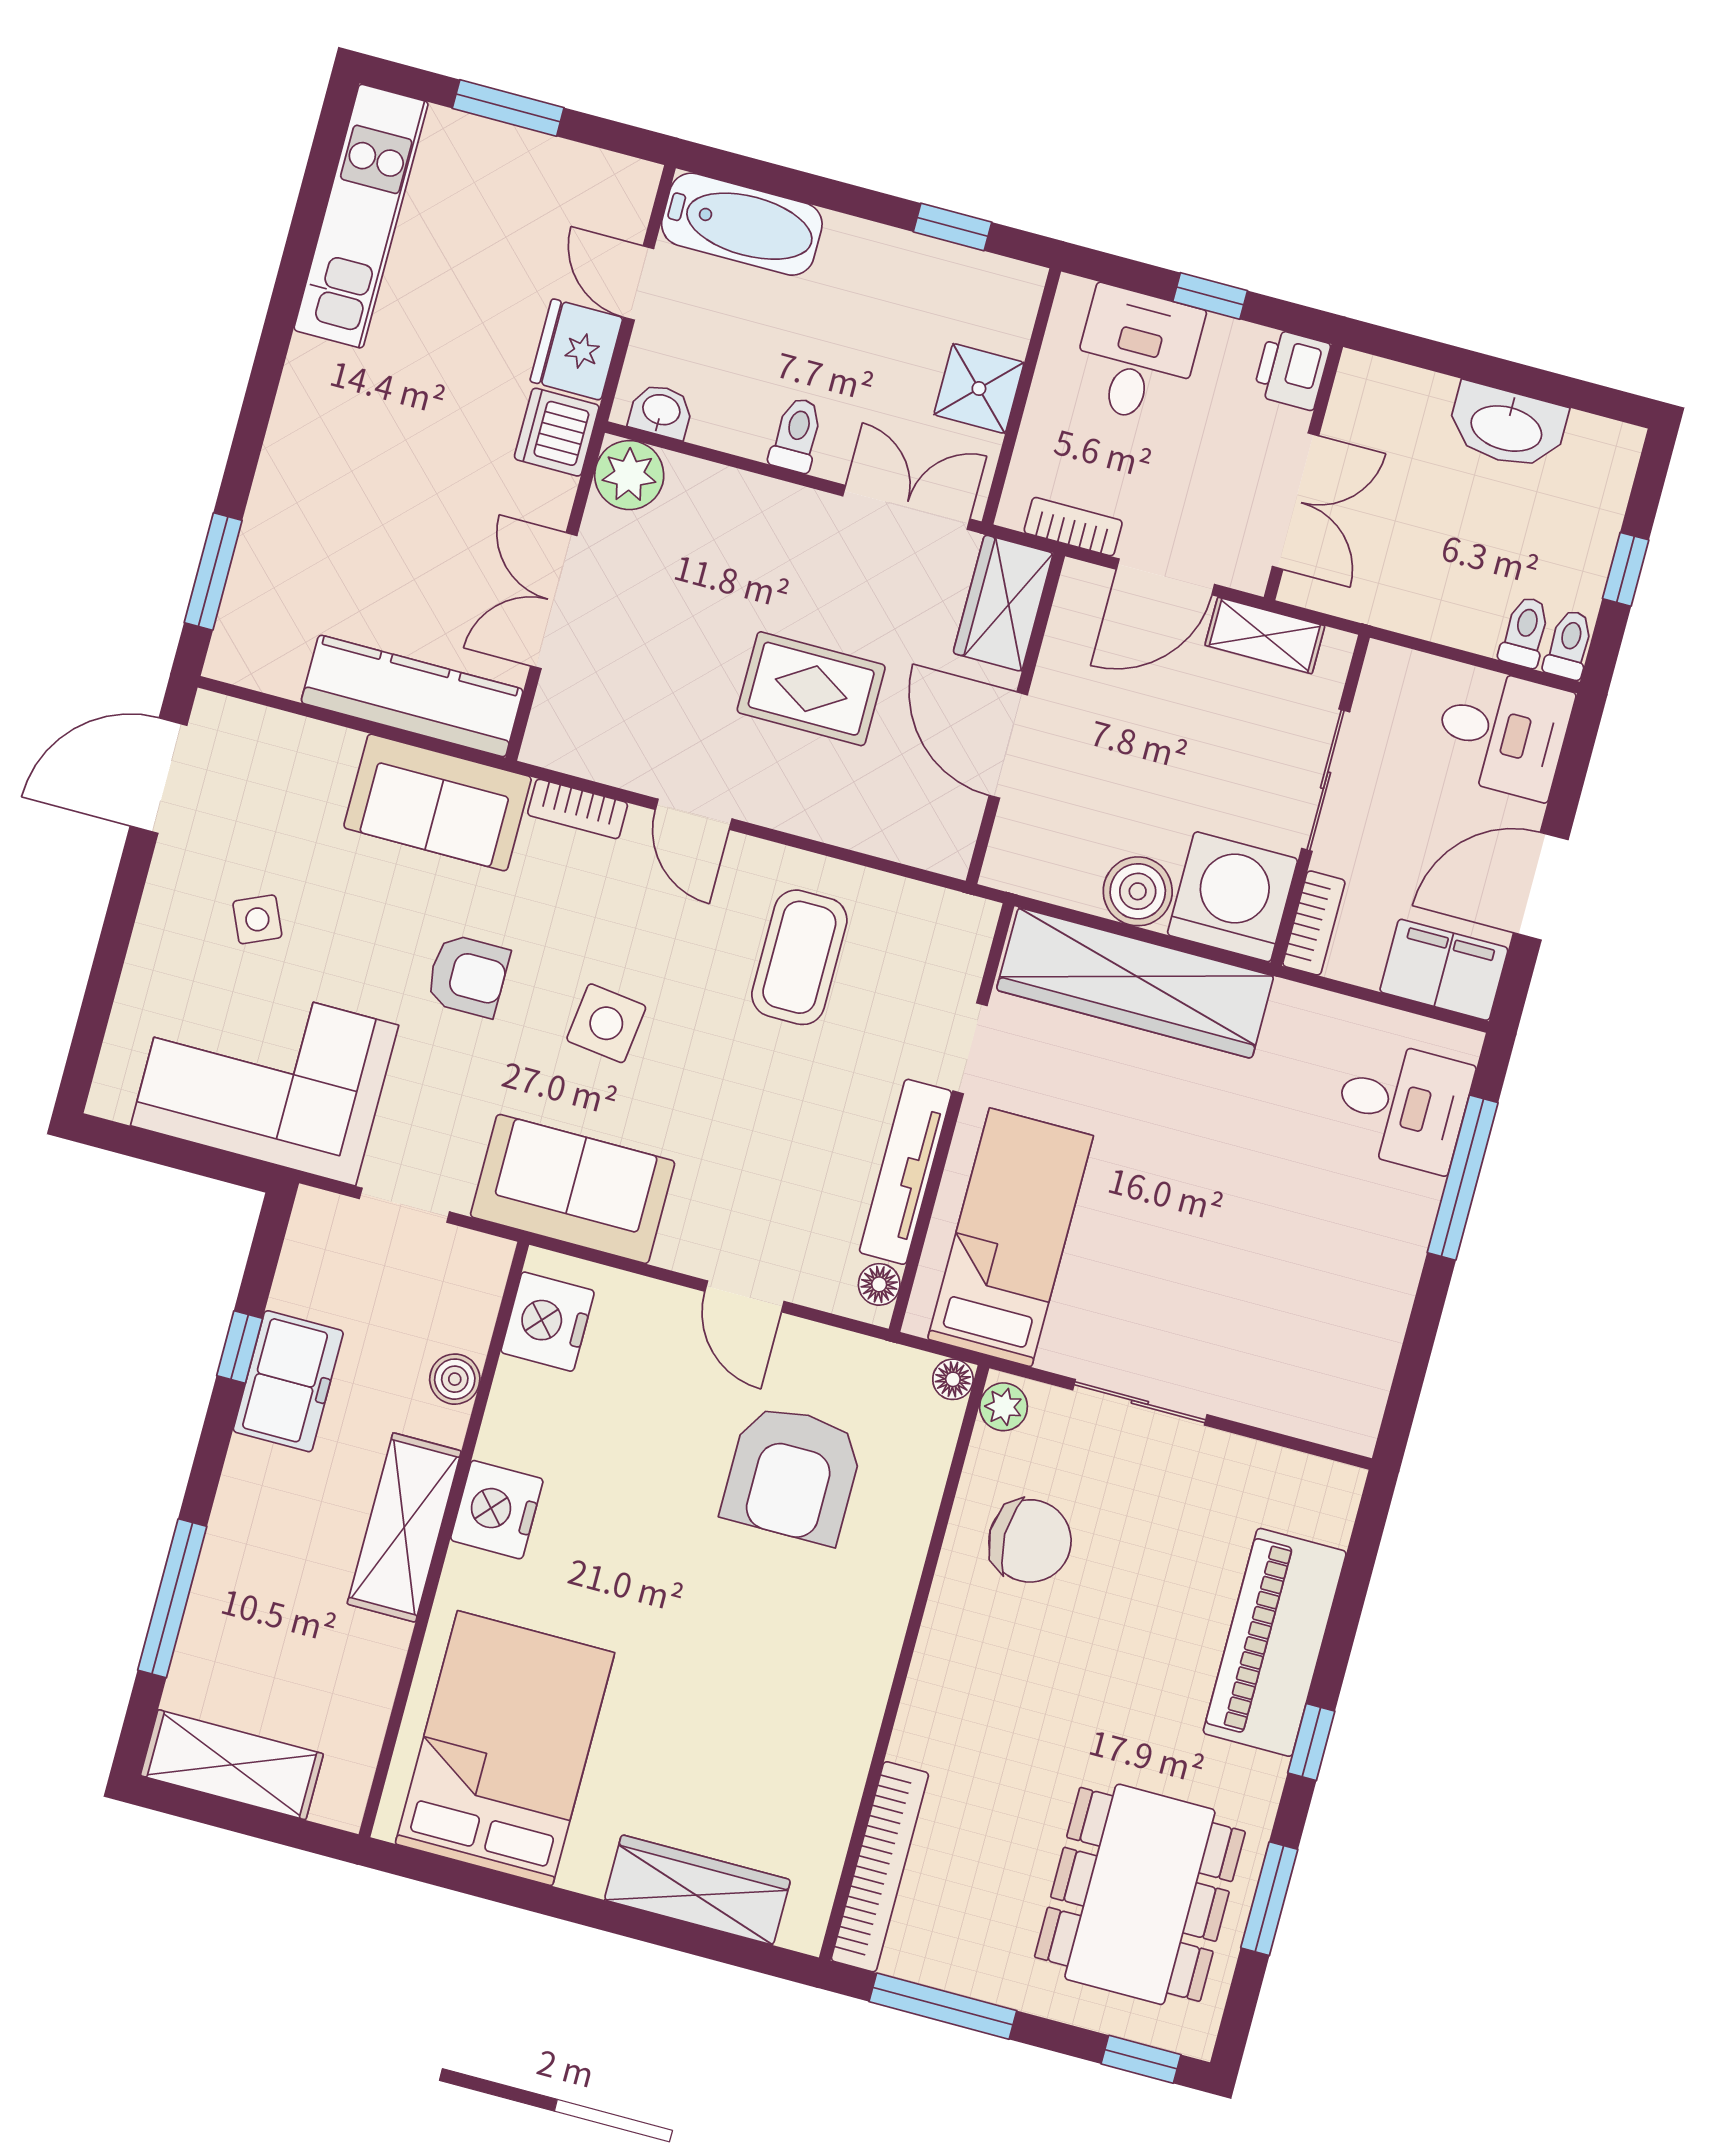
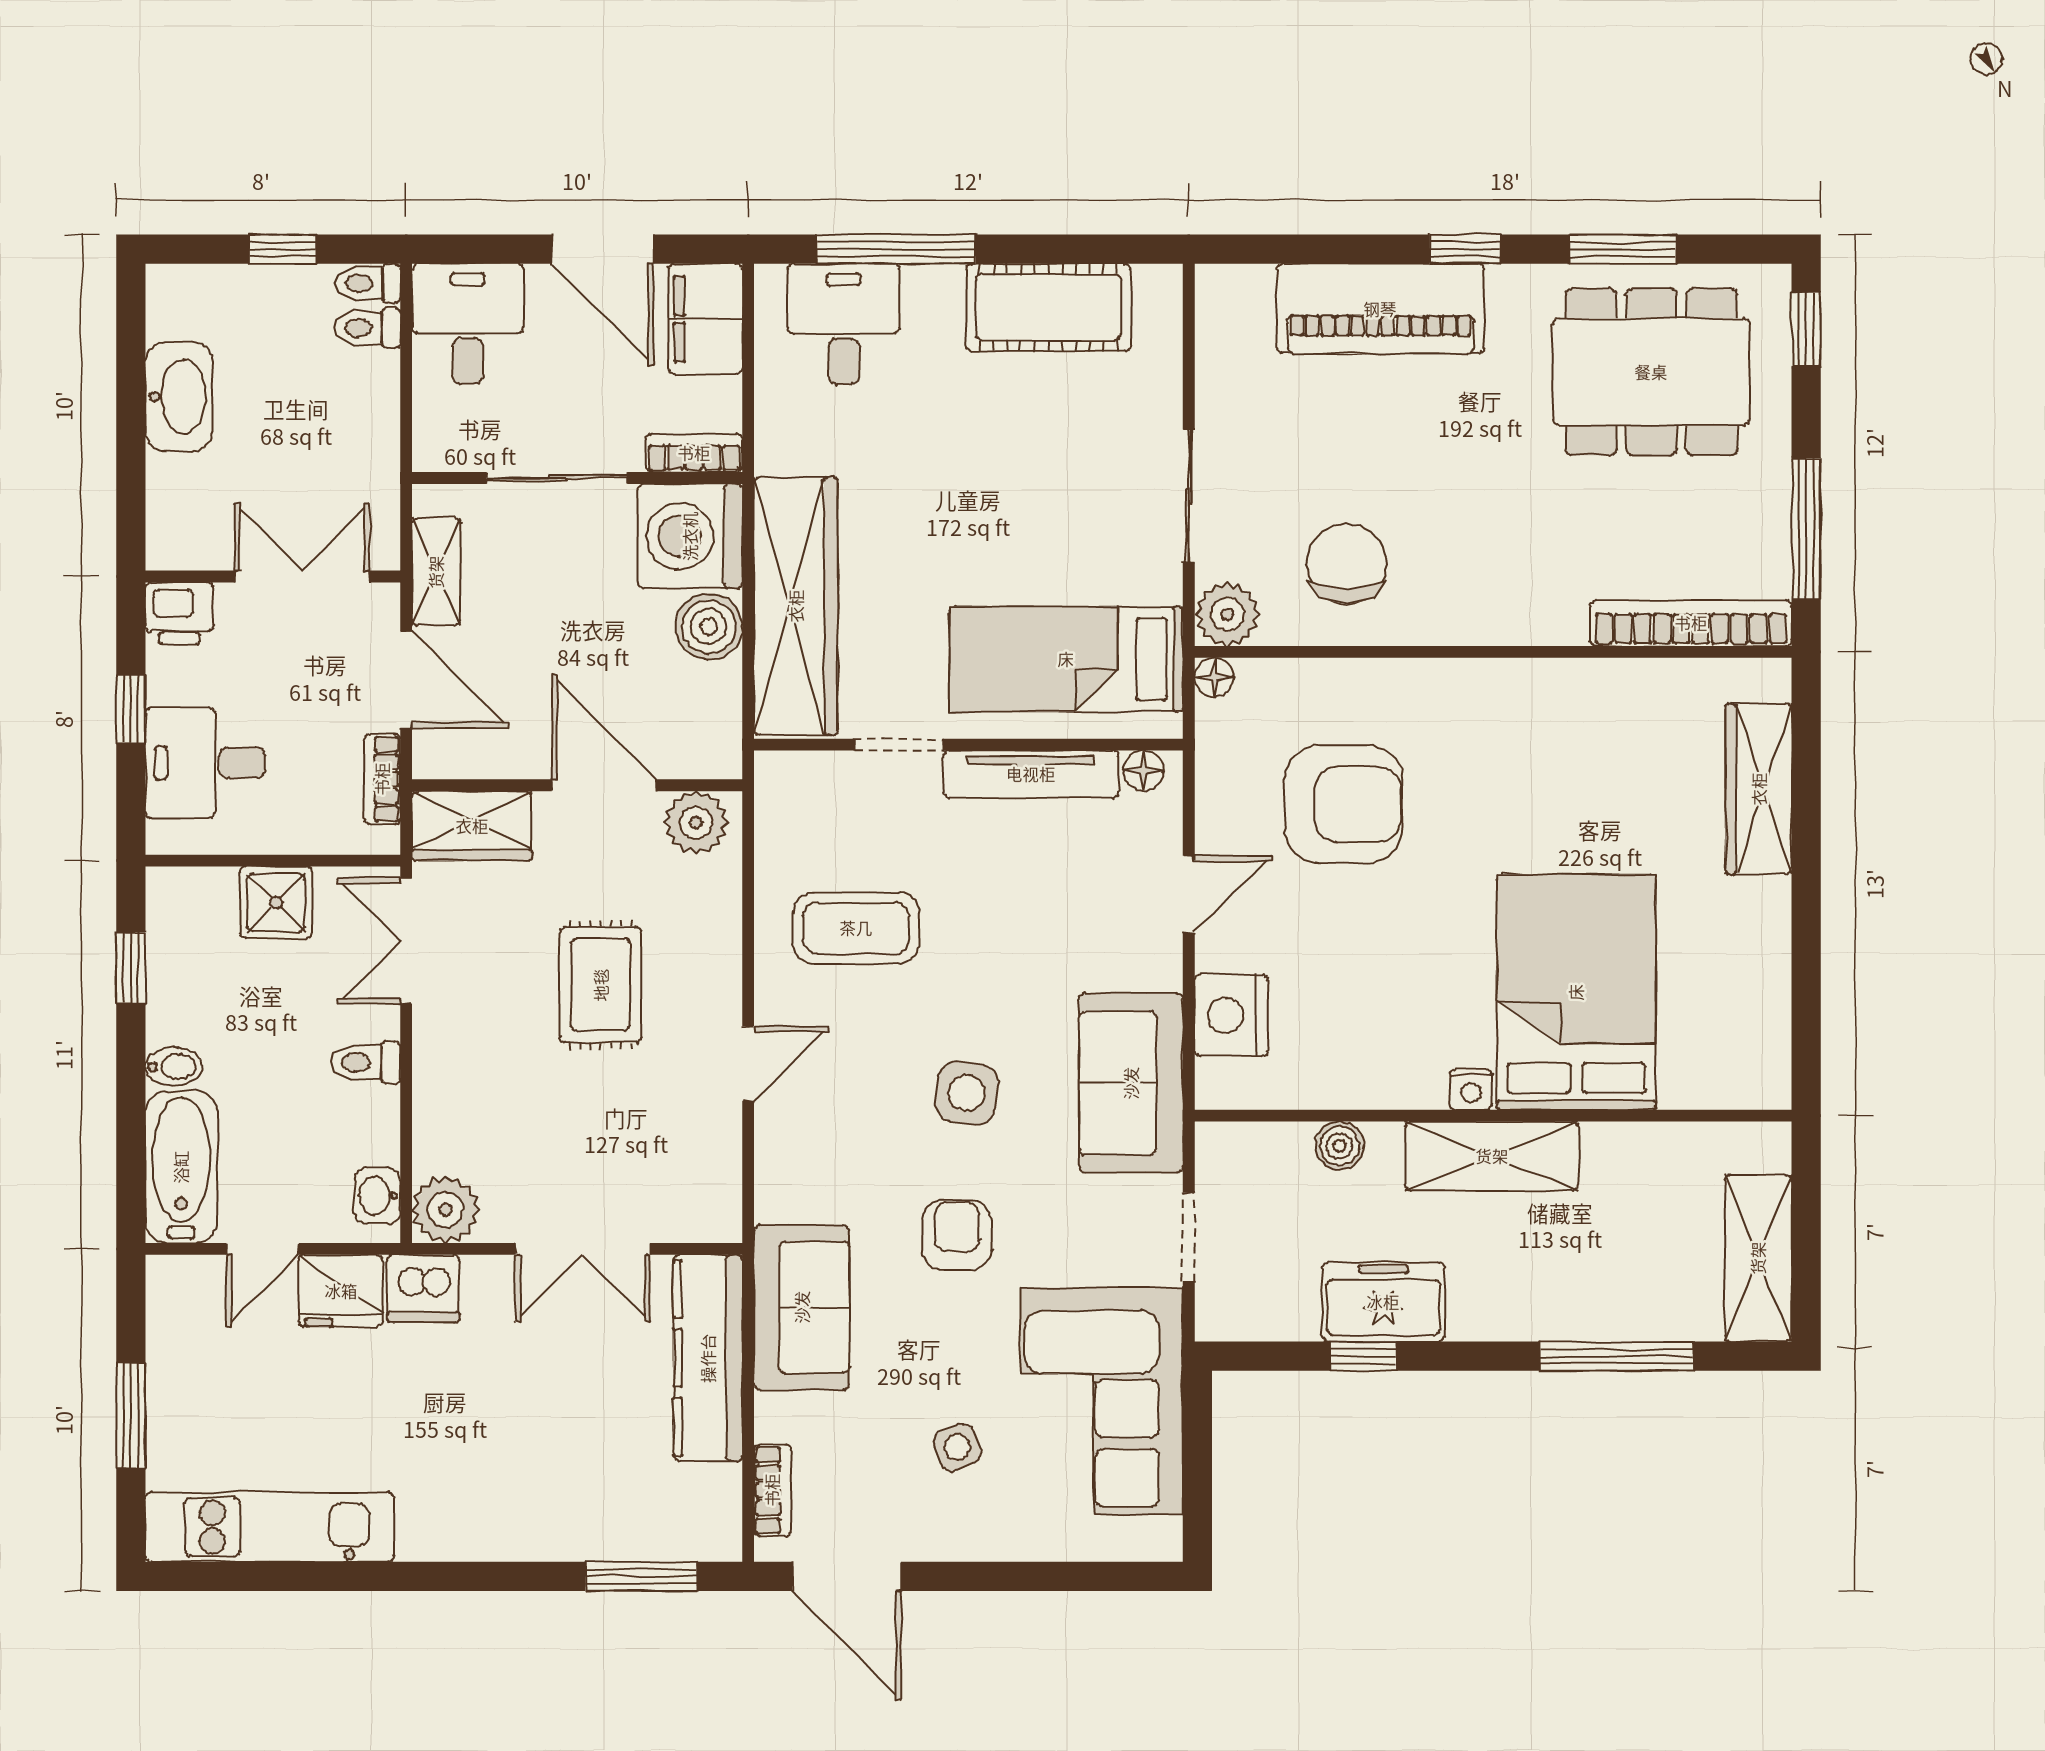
bidet: (843, 243) -> (174, 1067), added
door: (1008, 745) -> (604, 785), swing flipped
bookcase: (578, 809) -> (772, 1490), moved
plant: (947, 826) -> (696, 823), added
cot: (1364, 1313) -> (1048, 307), added
nightstand: (548, 1322) -> (1231, 1015), moved, turned 90
plant: (1004, 1407) -> (1227, 614), width x1.38, depth x1.38
nightstand: (497, 1510) -> (1471, 1090), width x0.53, depth x0.56
bed: (505, 1748) -> (1576, 992), moved, turned 90

